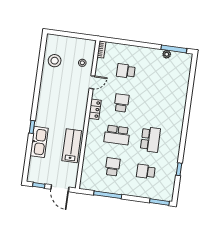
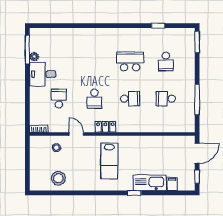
desk: (150, 60) -> (43, 74), added
school desk: (126, 71) -> (59, 99), turned 180
school desk: (121, 103) -> (94, 99), turned -90
school desk: (117, 135) -> (130, 99), width x0.54
lab bench: (72, 146) -> (109, 161), moved, turned -90
filing cabinet: (35, 162) -> (172, 184), added

